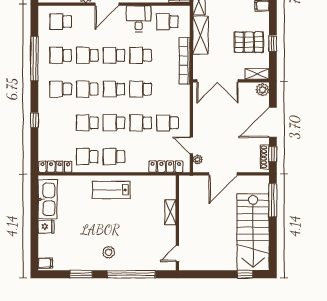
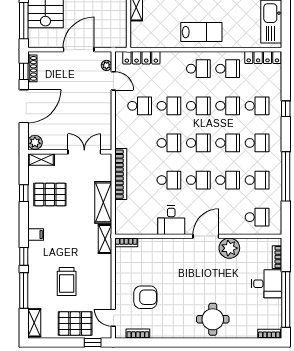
school desk: (167, 22) -> (257, 106), moved
double door: (218, 81) -> (84, 152), width x0.73

